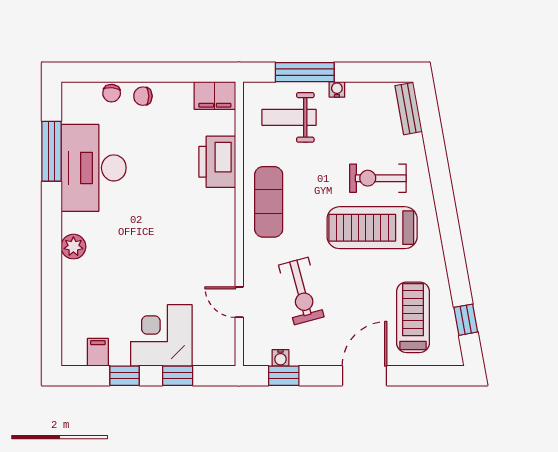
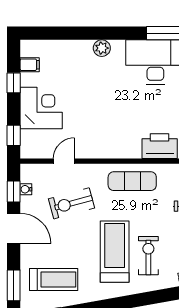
window: (178, 376) -> (14, 135), moved
door: (364, 376) -> (14, 228), moved
window: (422, 376) -> (14, 285), added

